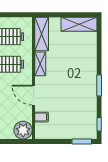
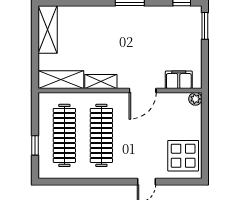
filing cabinet: (42, 117) -> (179, 80), width x2.00
plant: (23, 130) -> (195, 99), width x0.53, depth x0.53

